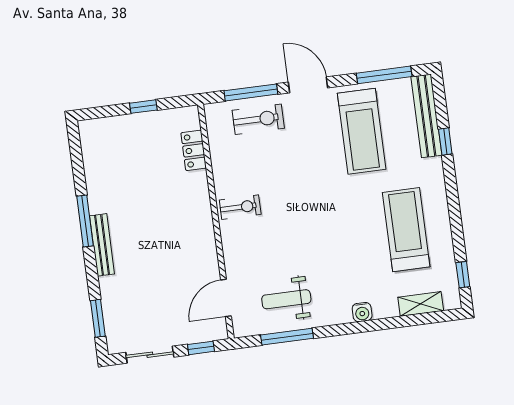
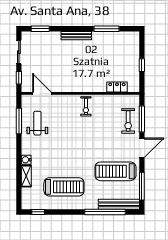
window: (445, 142) -> (105, 212), width x3.17
window: (85, 221) -> (106, 29), moved
shelving: (421, 304) -> (26, 176), moved

